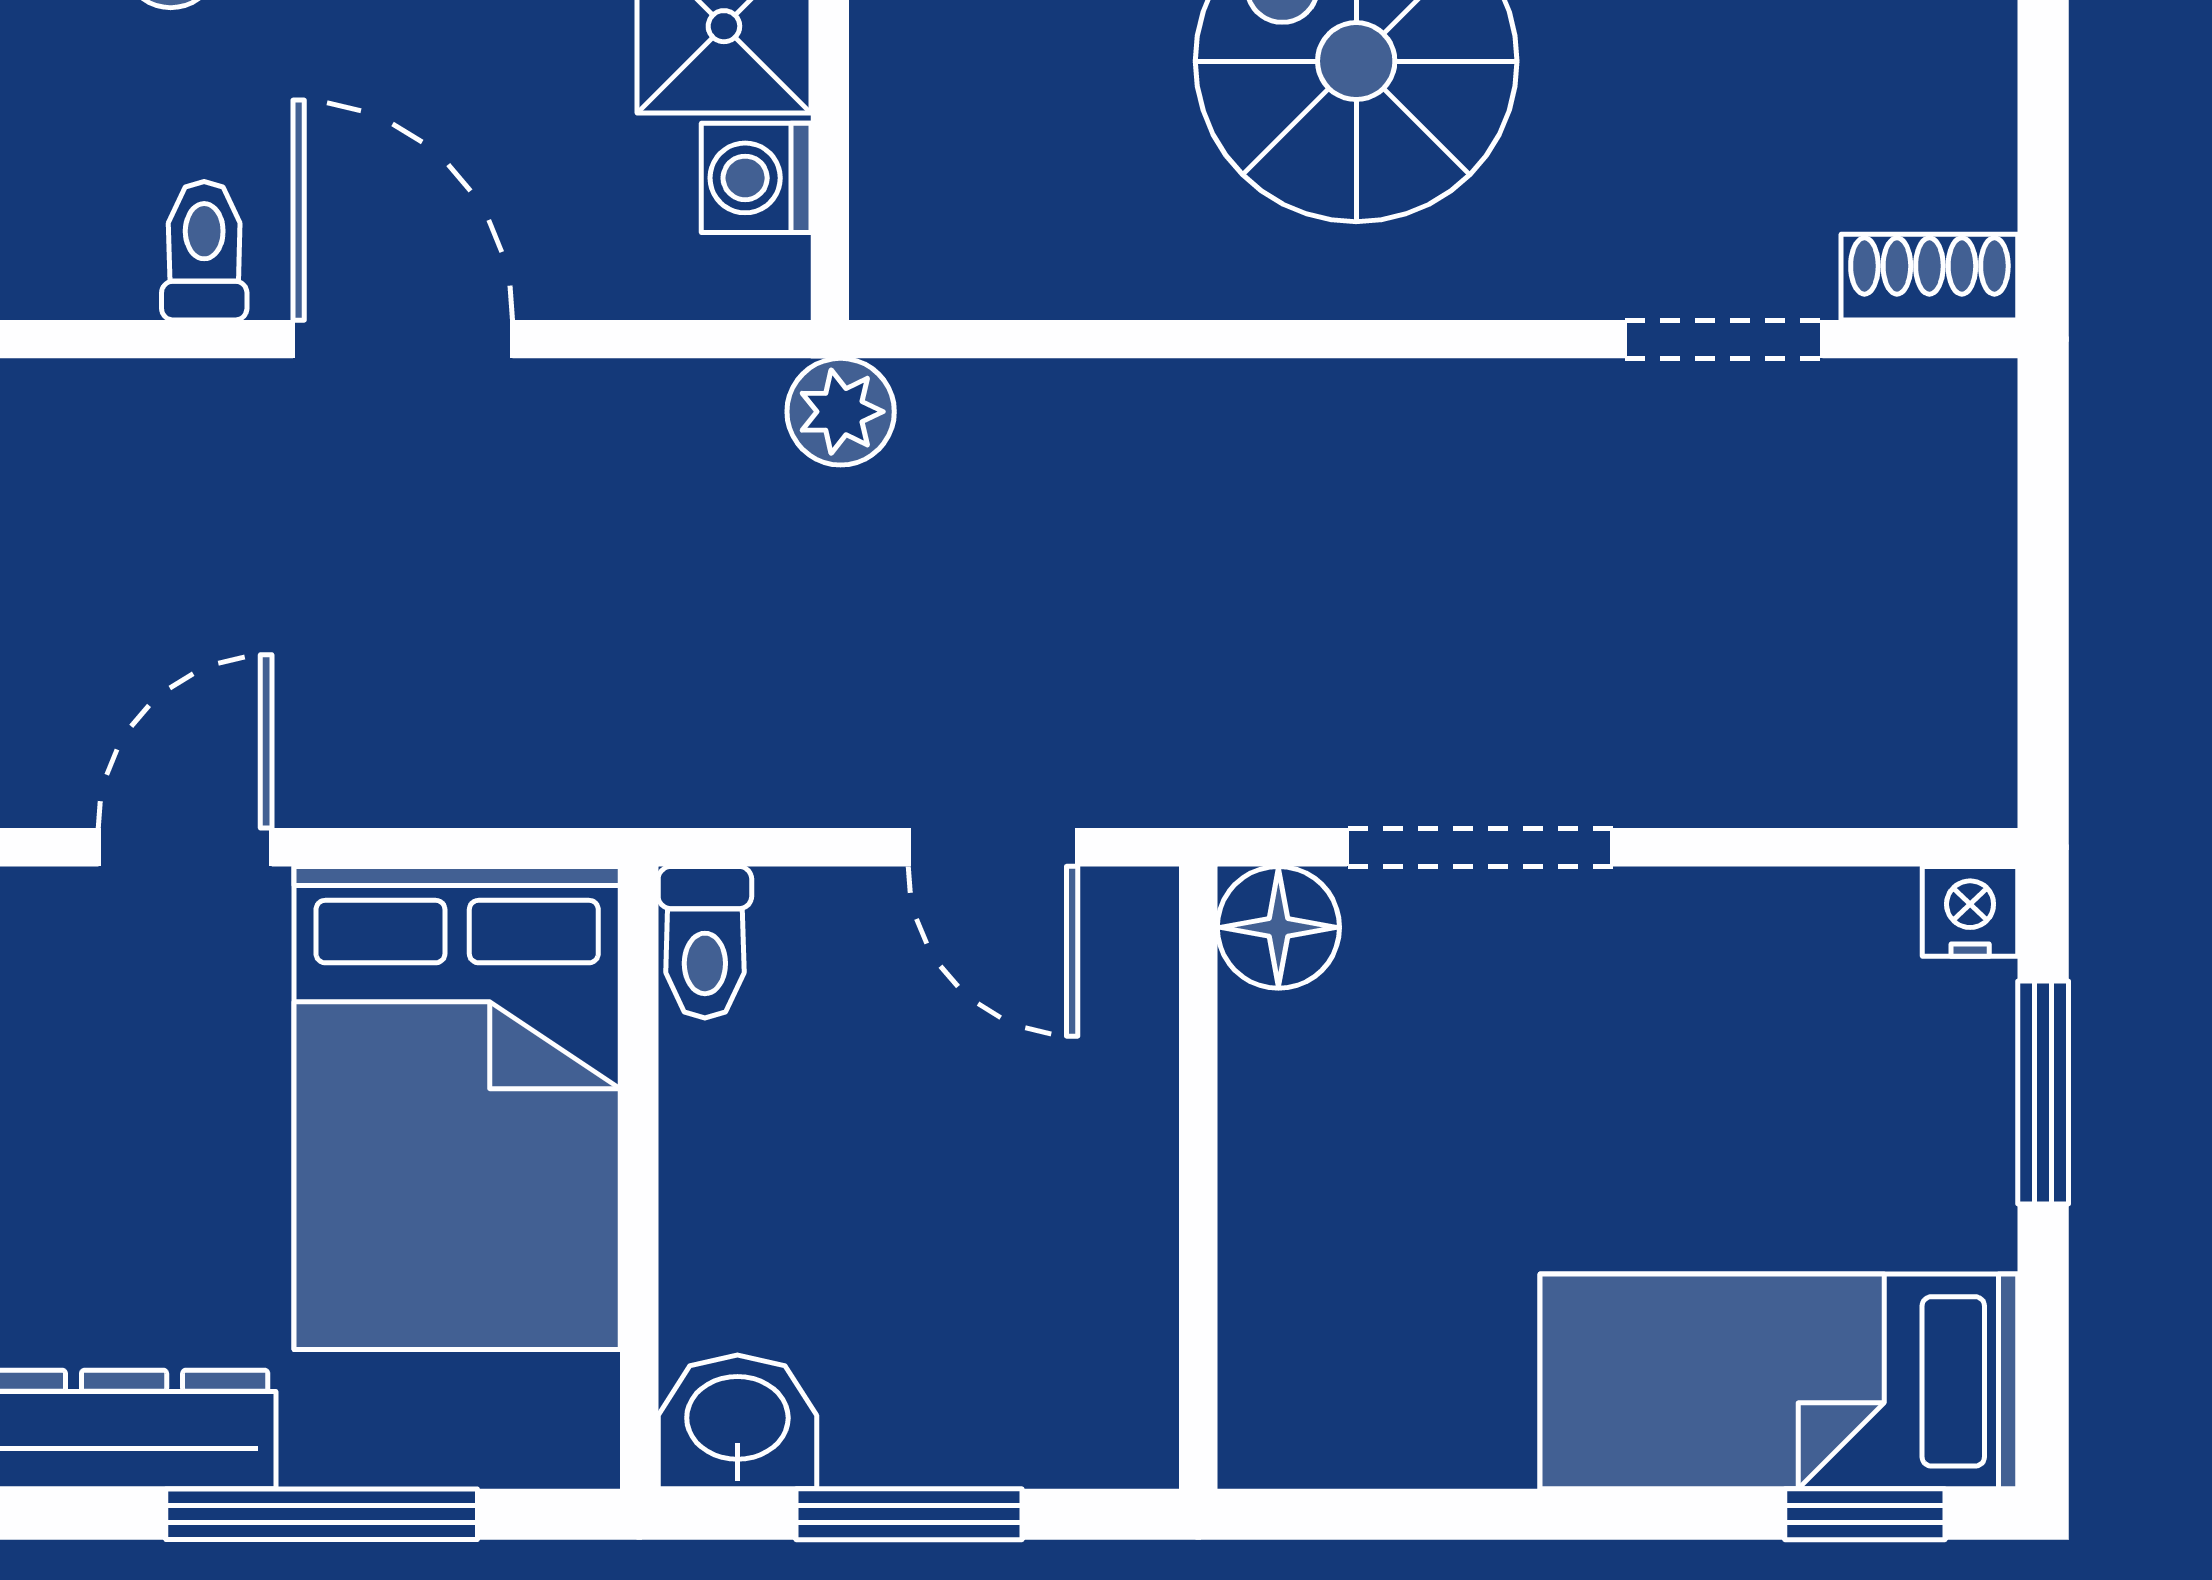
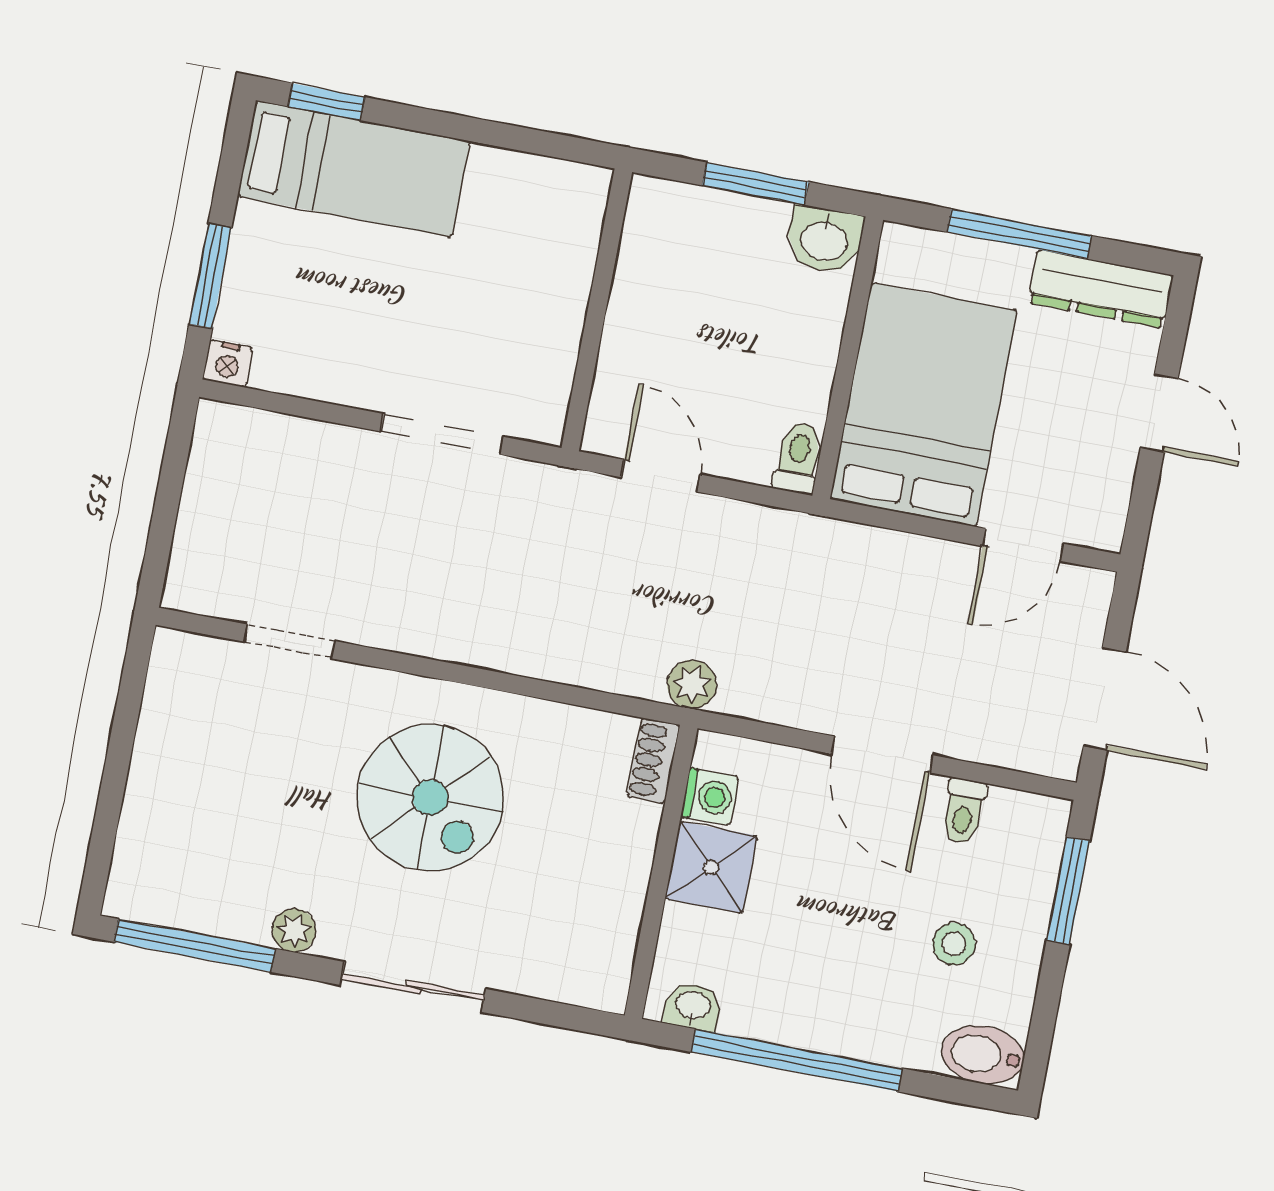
shoe rack: (1929, 277) -> (653, 761), moved, turned 90
floor lamp: (1278, 927) -> (539, 415), removed

